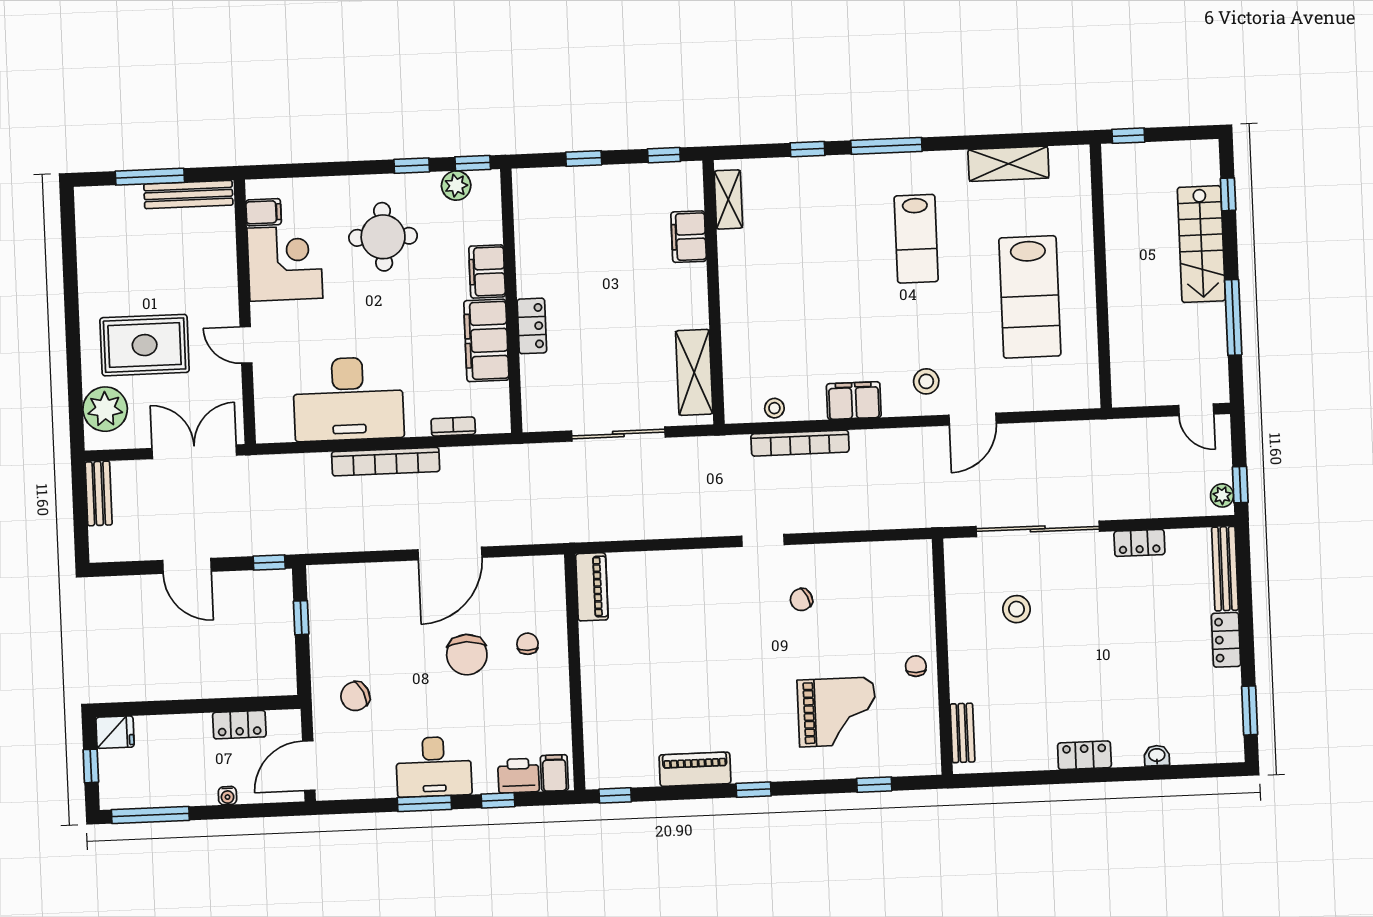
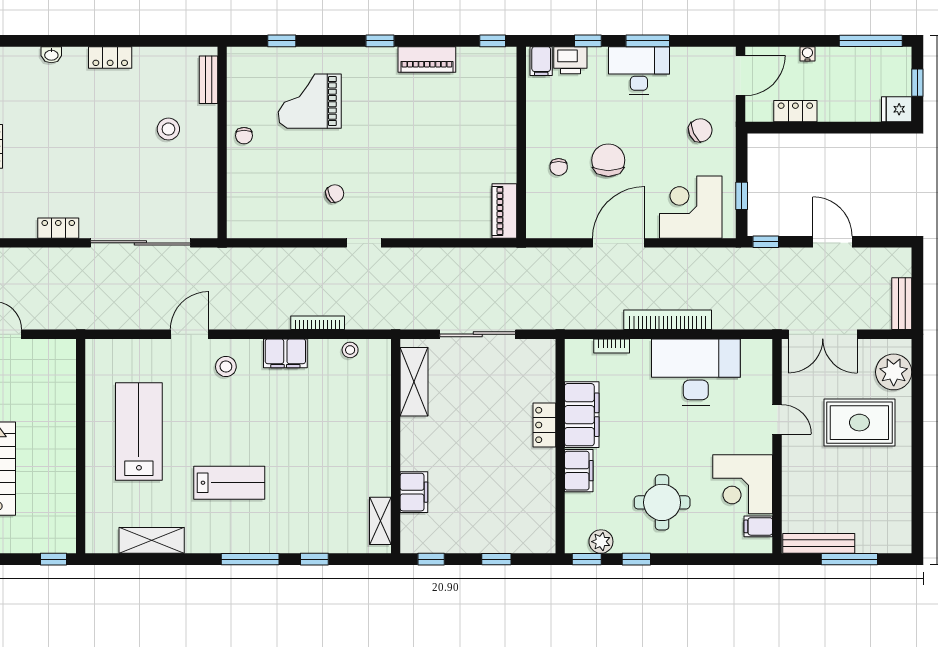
lab bench: (916, 239) -> (229, 483), turned 90
bookcase: (800, 443) -> (318, 323), width x0.68, depth x0.76
corner desk: (363, 601) -> (691, 207), added
stool: (1017, 609) -> (168, 129), moved

